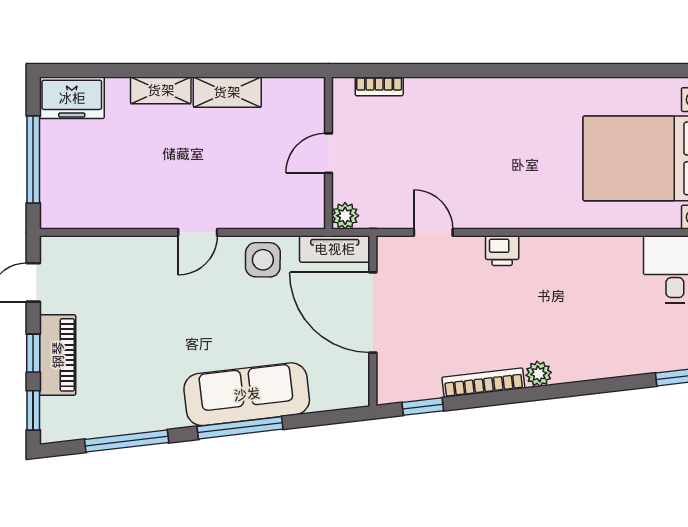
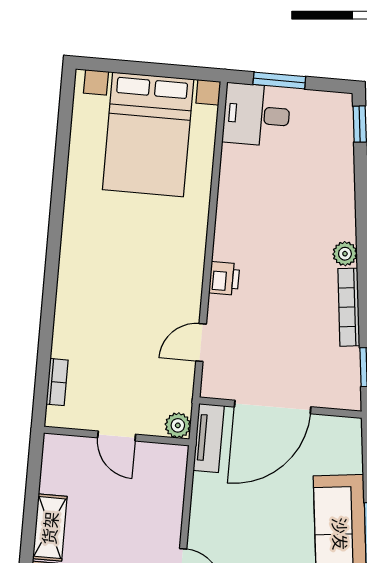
side table: (263, 260) -> (213, 508), removed

